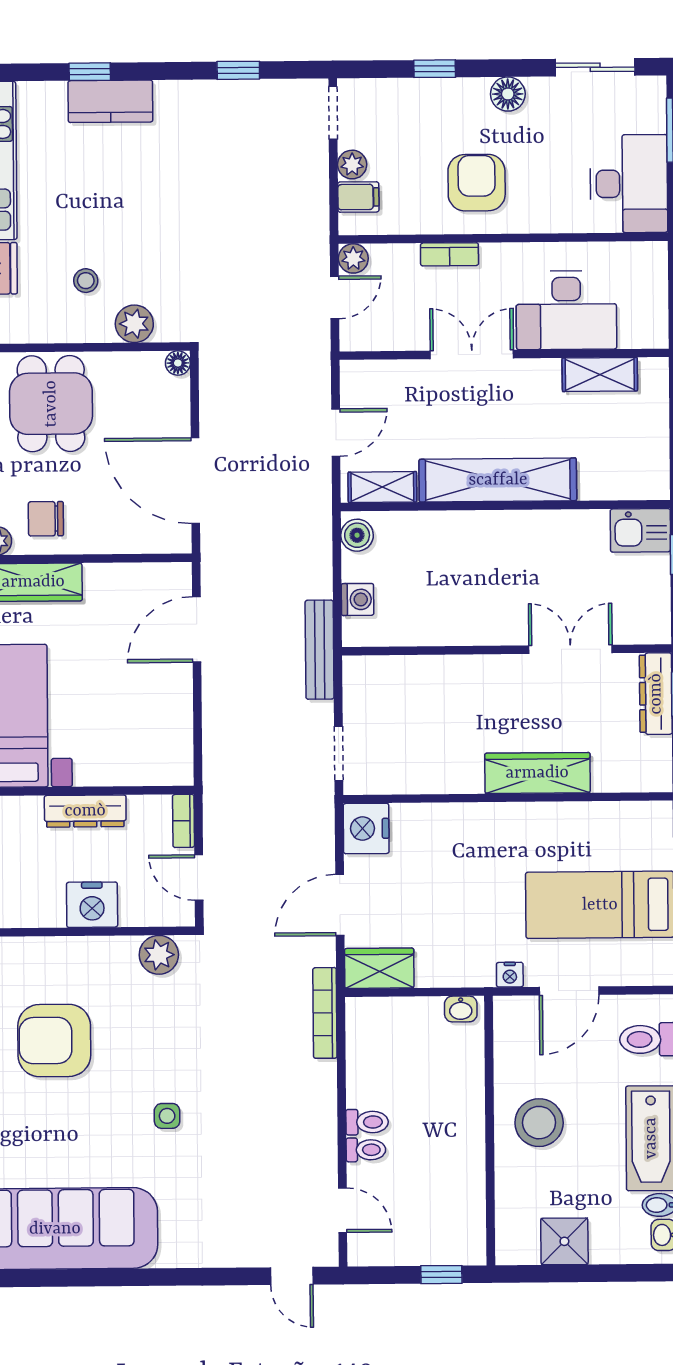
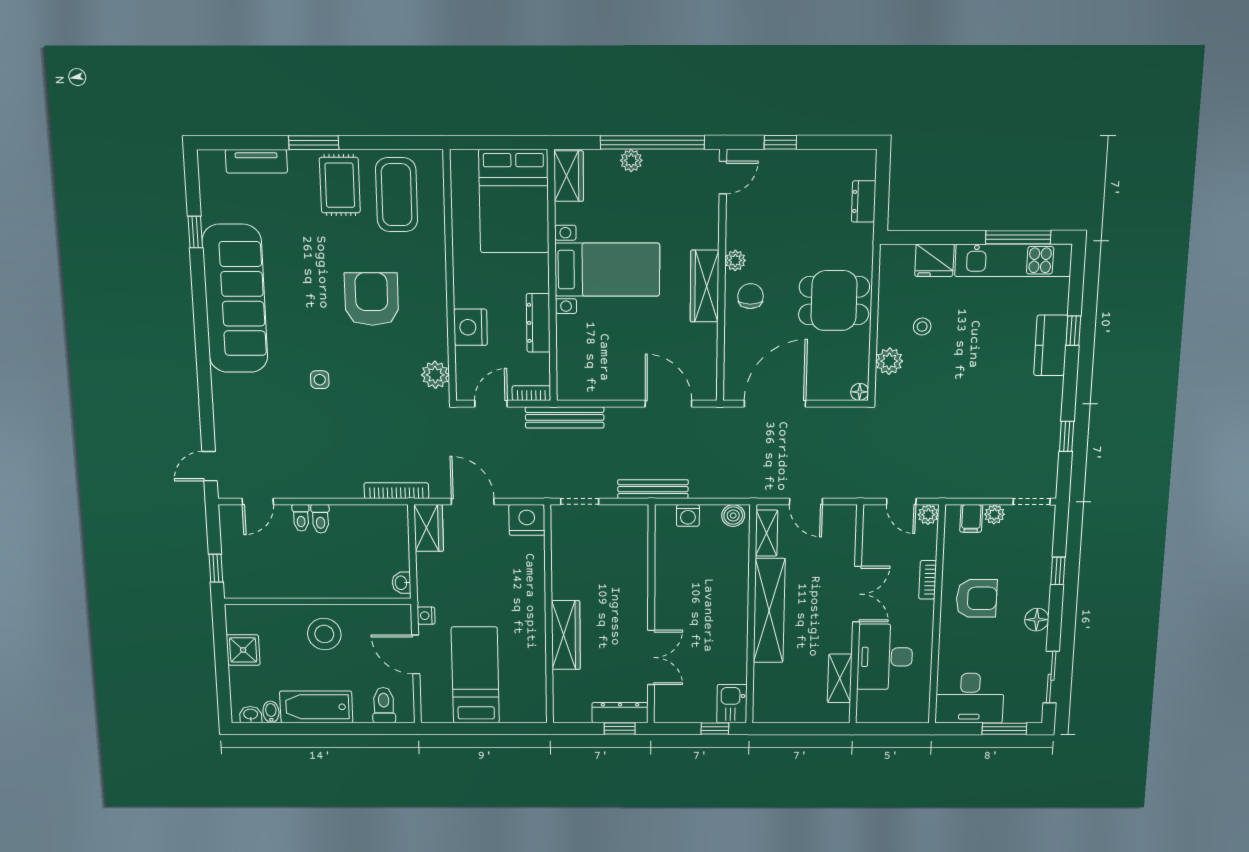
bench: (218, 775) -> (565, 417), added

